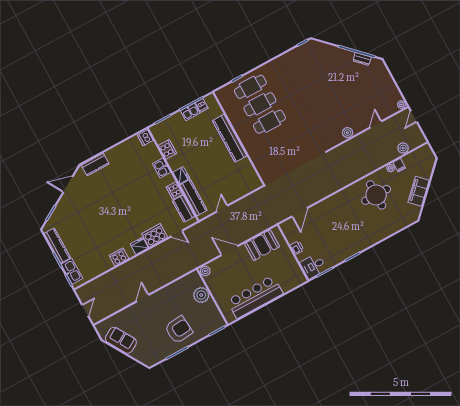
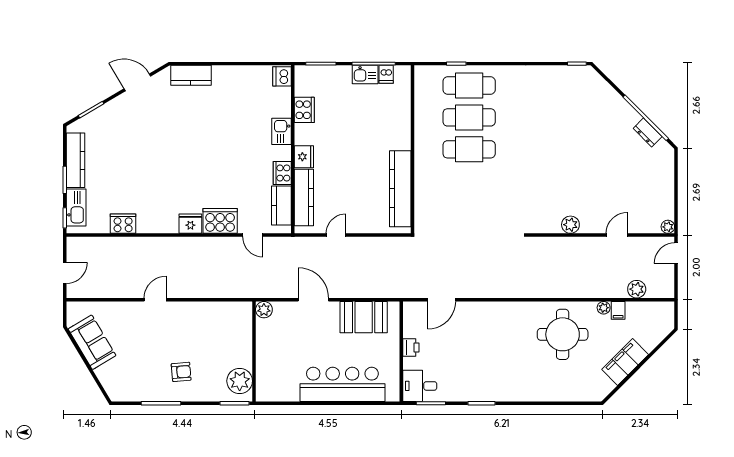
kitchen counter: (230, 138) -> (400, 189), moved
cooker: (119, 257) -> (123, 224), moved
plant: (201, 295) -> (240, 381), moved
bar counter: (255, 297) -> (342, 384), moved
armchair: (179, 330) -> (181, 372), width x0.53, depth x0.53

